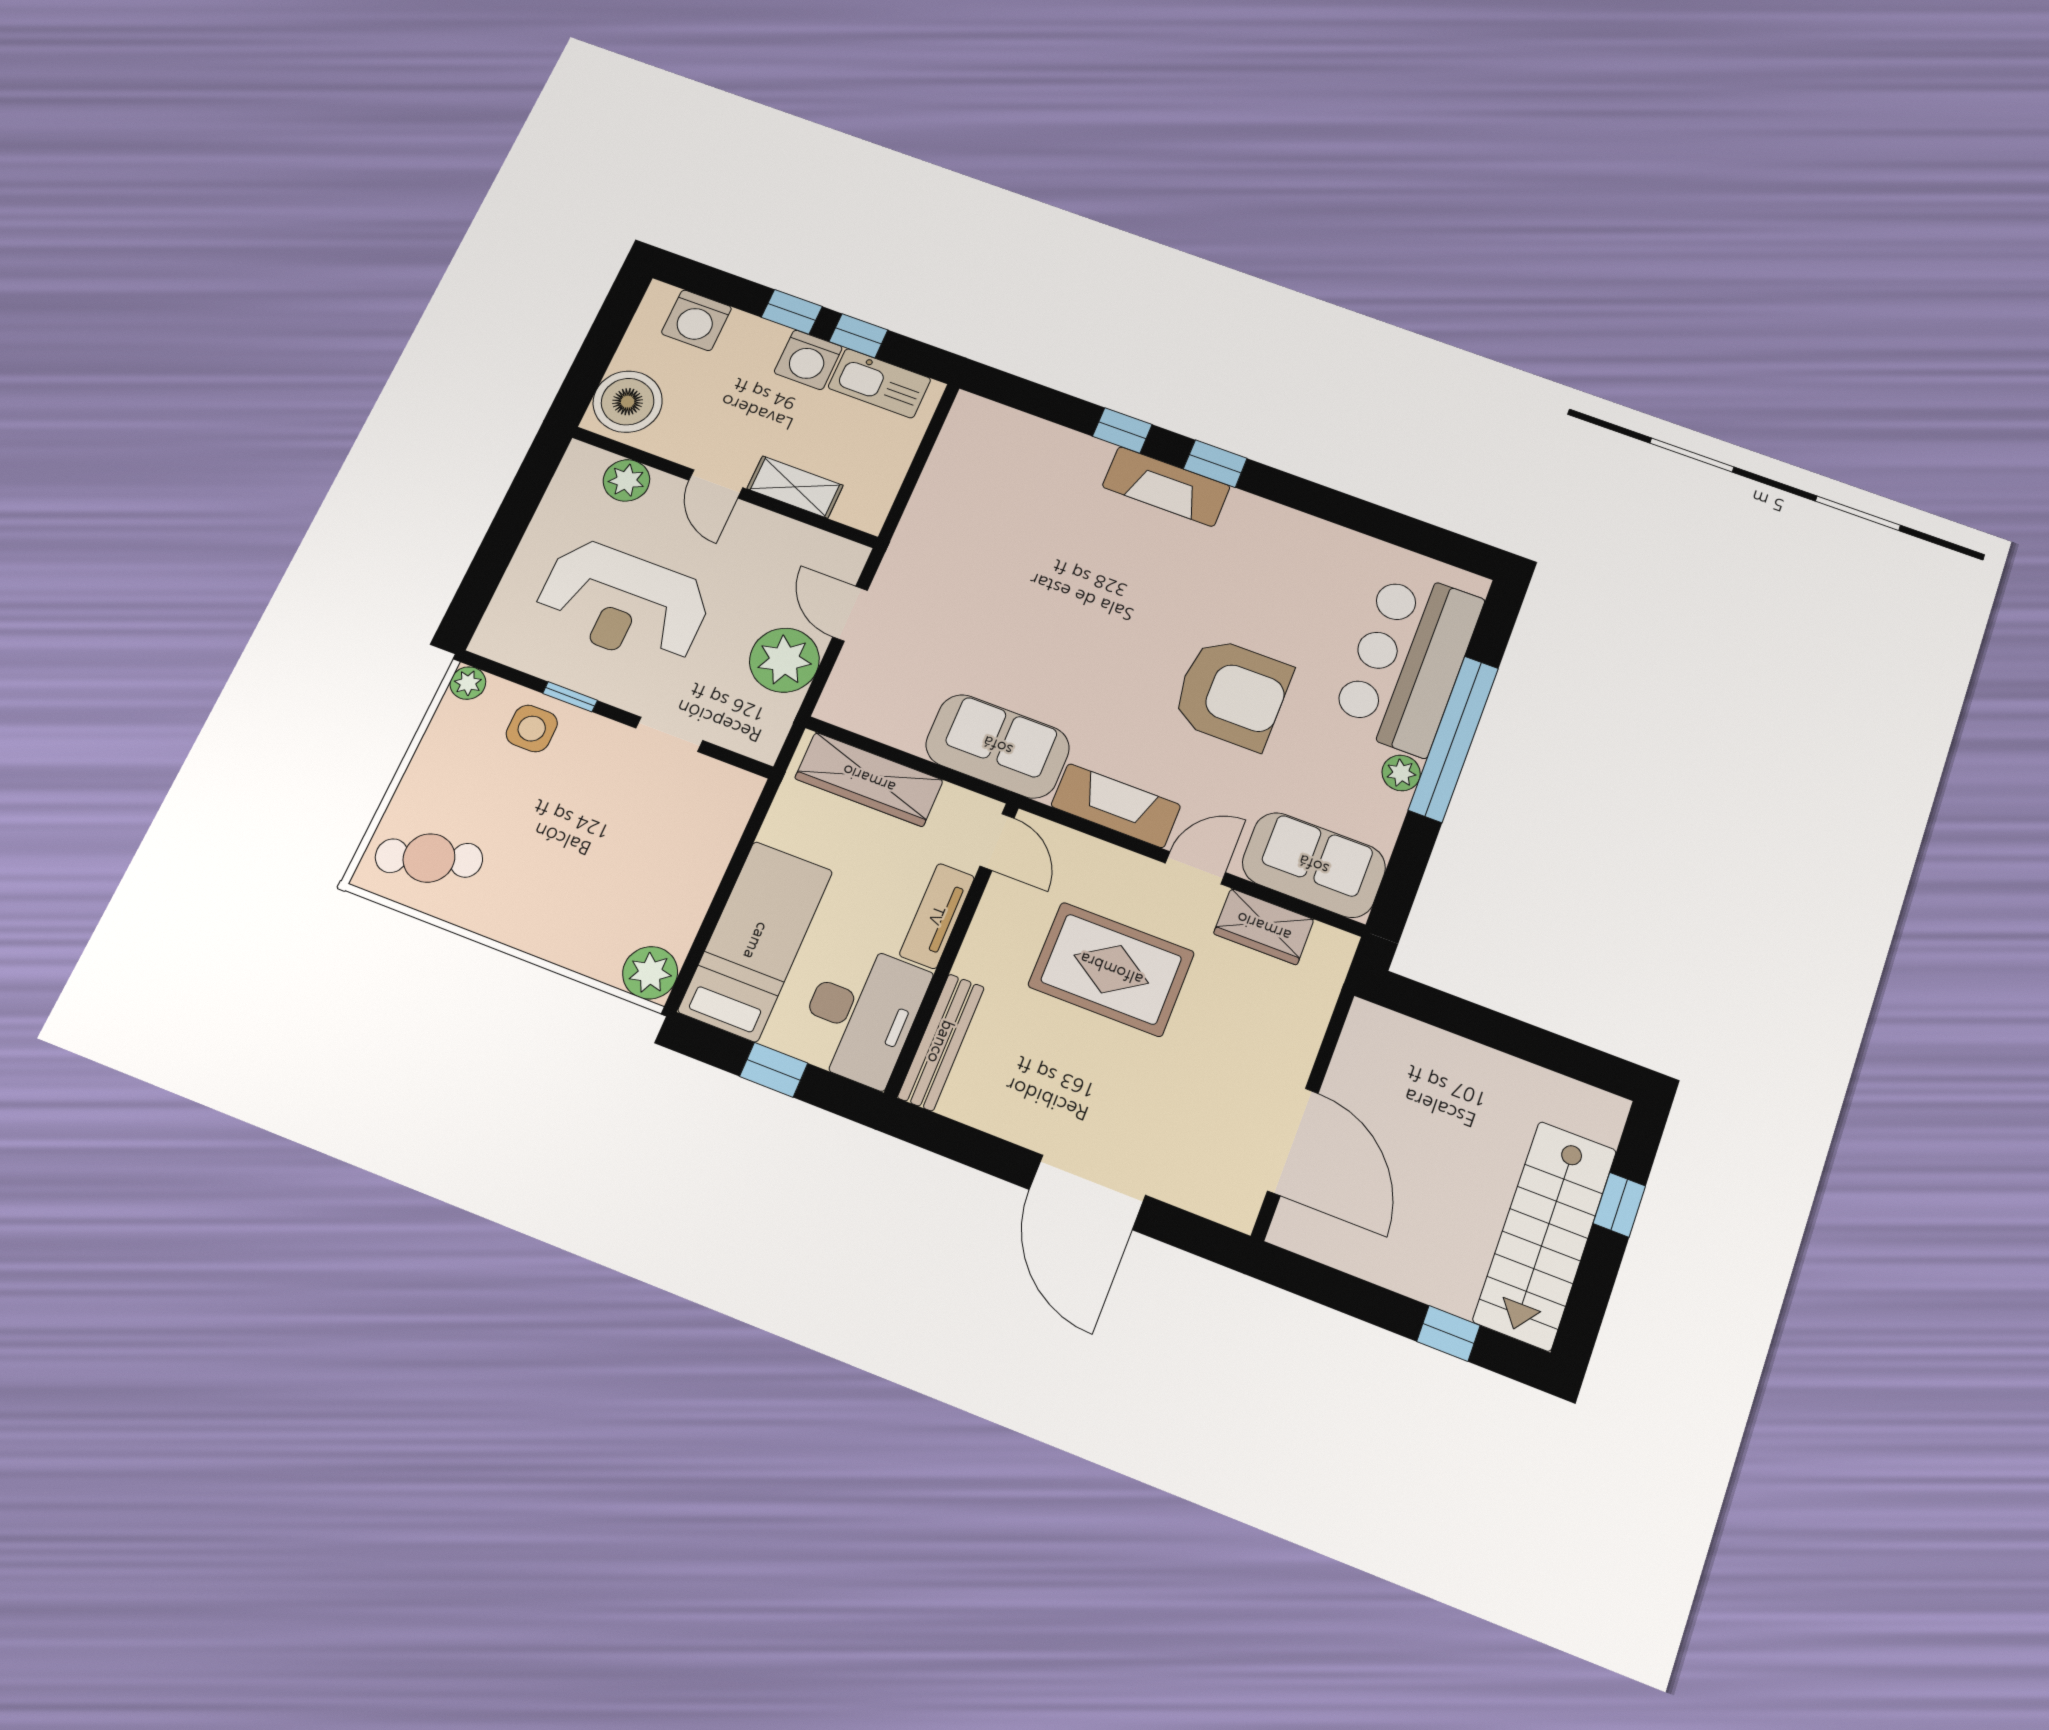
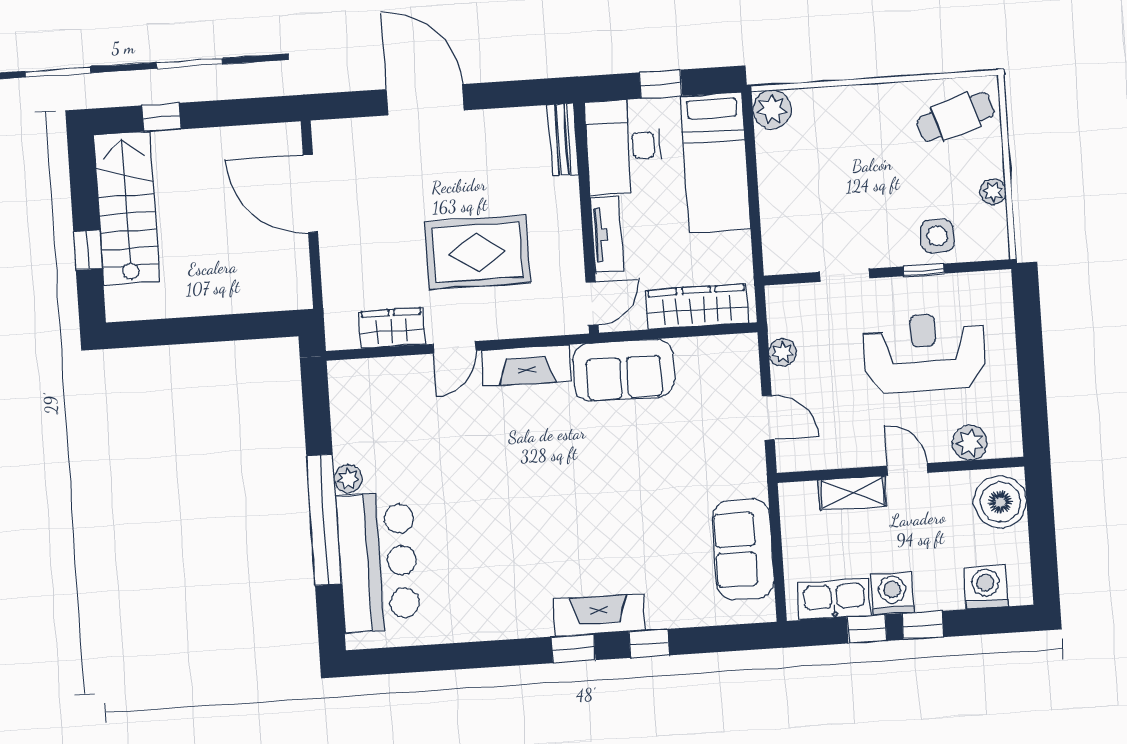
plant: (784, 660) -> (783, 352), width x0.53, depth x0.53
plant: (468, 683) -> (993, 192), moved
armchair: (1232, 693) -> (486, 482), removed
door: (997, 842) -> (592, 303), swing flipped
sofa: (1314, 865) -> (743, 549), moved, turned 90
bench: (941, 1042) -> (563, 140), width x0.73

